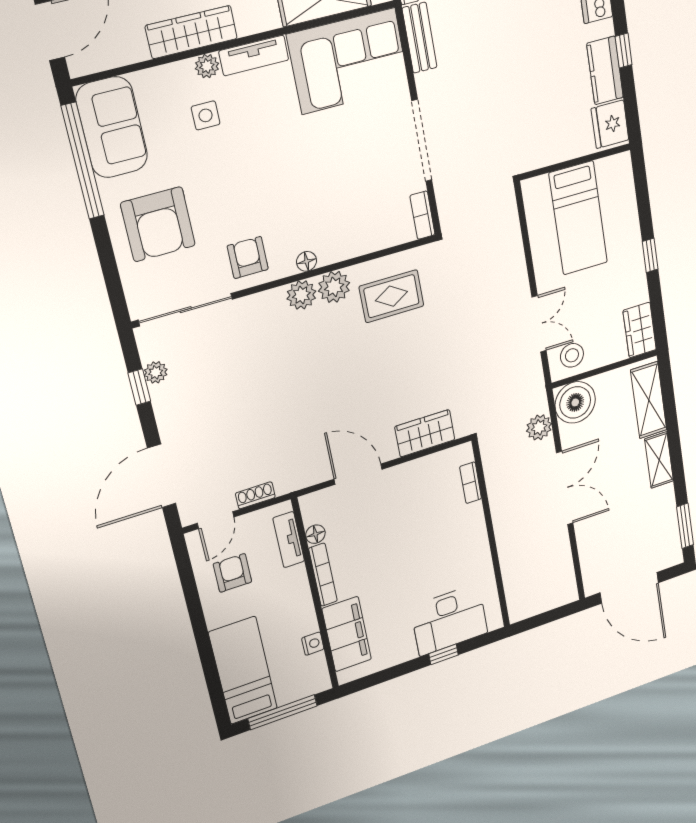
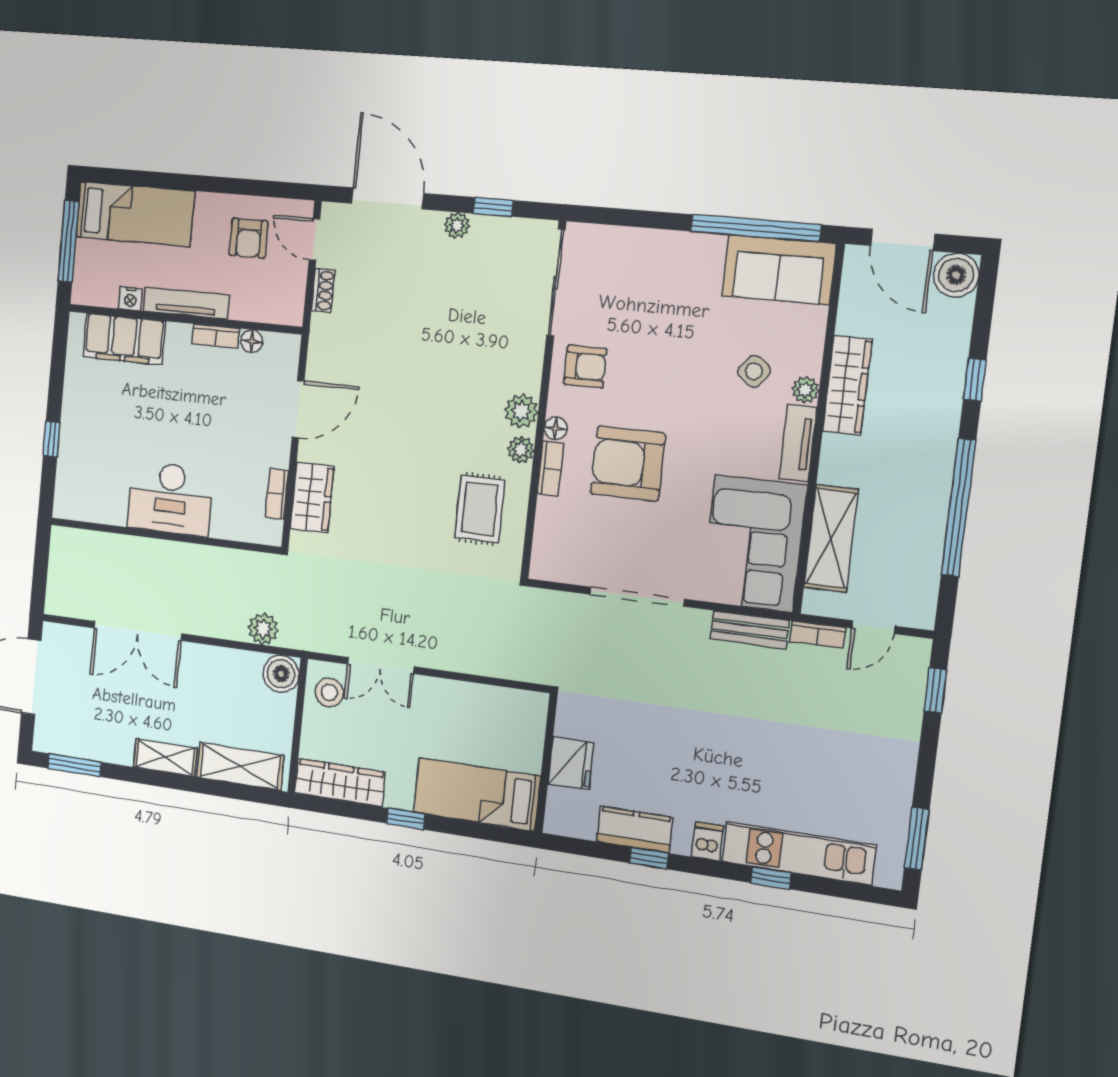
side table: (206, 115) -> (754, 371), turned 38
fridge: (610, 124) -> (571, 764), moved, turned 90
bookcase: (422, 215) -> (550, 469), moved, turned 90
bed: (578, 218) -> (477, 794), moved
armchair: (158, 224) -> (628, 464), moved
plant: (334, 287) -> (521, 450), width x0.73, depth x0.73
wardrobe: (640, 330) -> (340, 783), width x1.50
plant: (156, 372) -> (457, 225), moved
boiler: (575, 402) -> (281, 674), width x0.73, depth x0.73
bookcase: (471, 483) -> (277, 494), moved, turned -90
double door: (565, 488) -> (138, 631), moved
tv unit: (289, 540) -> (186, 303), moved, width x1.41
armchair: (232, 573) -> (248, 238), turned 90
bookcase: (323, 575) -> (216, 336), width x0.64
desk: (449, 620) -> (170, 498), moved, turned -90

